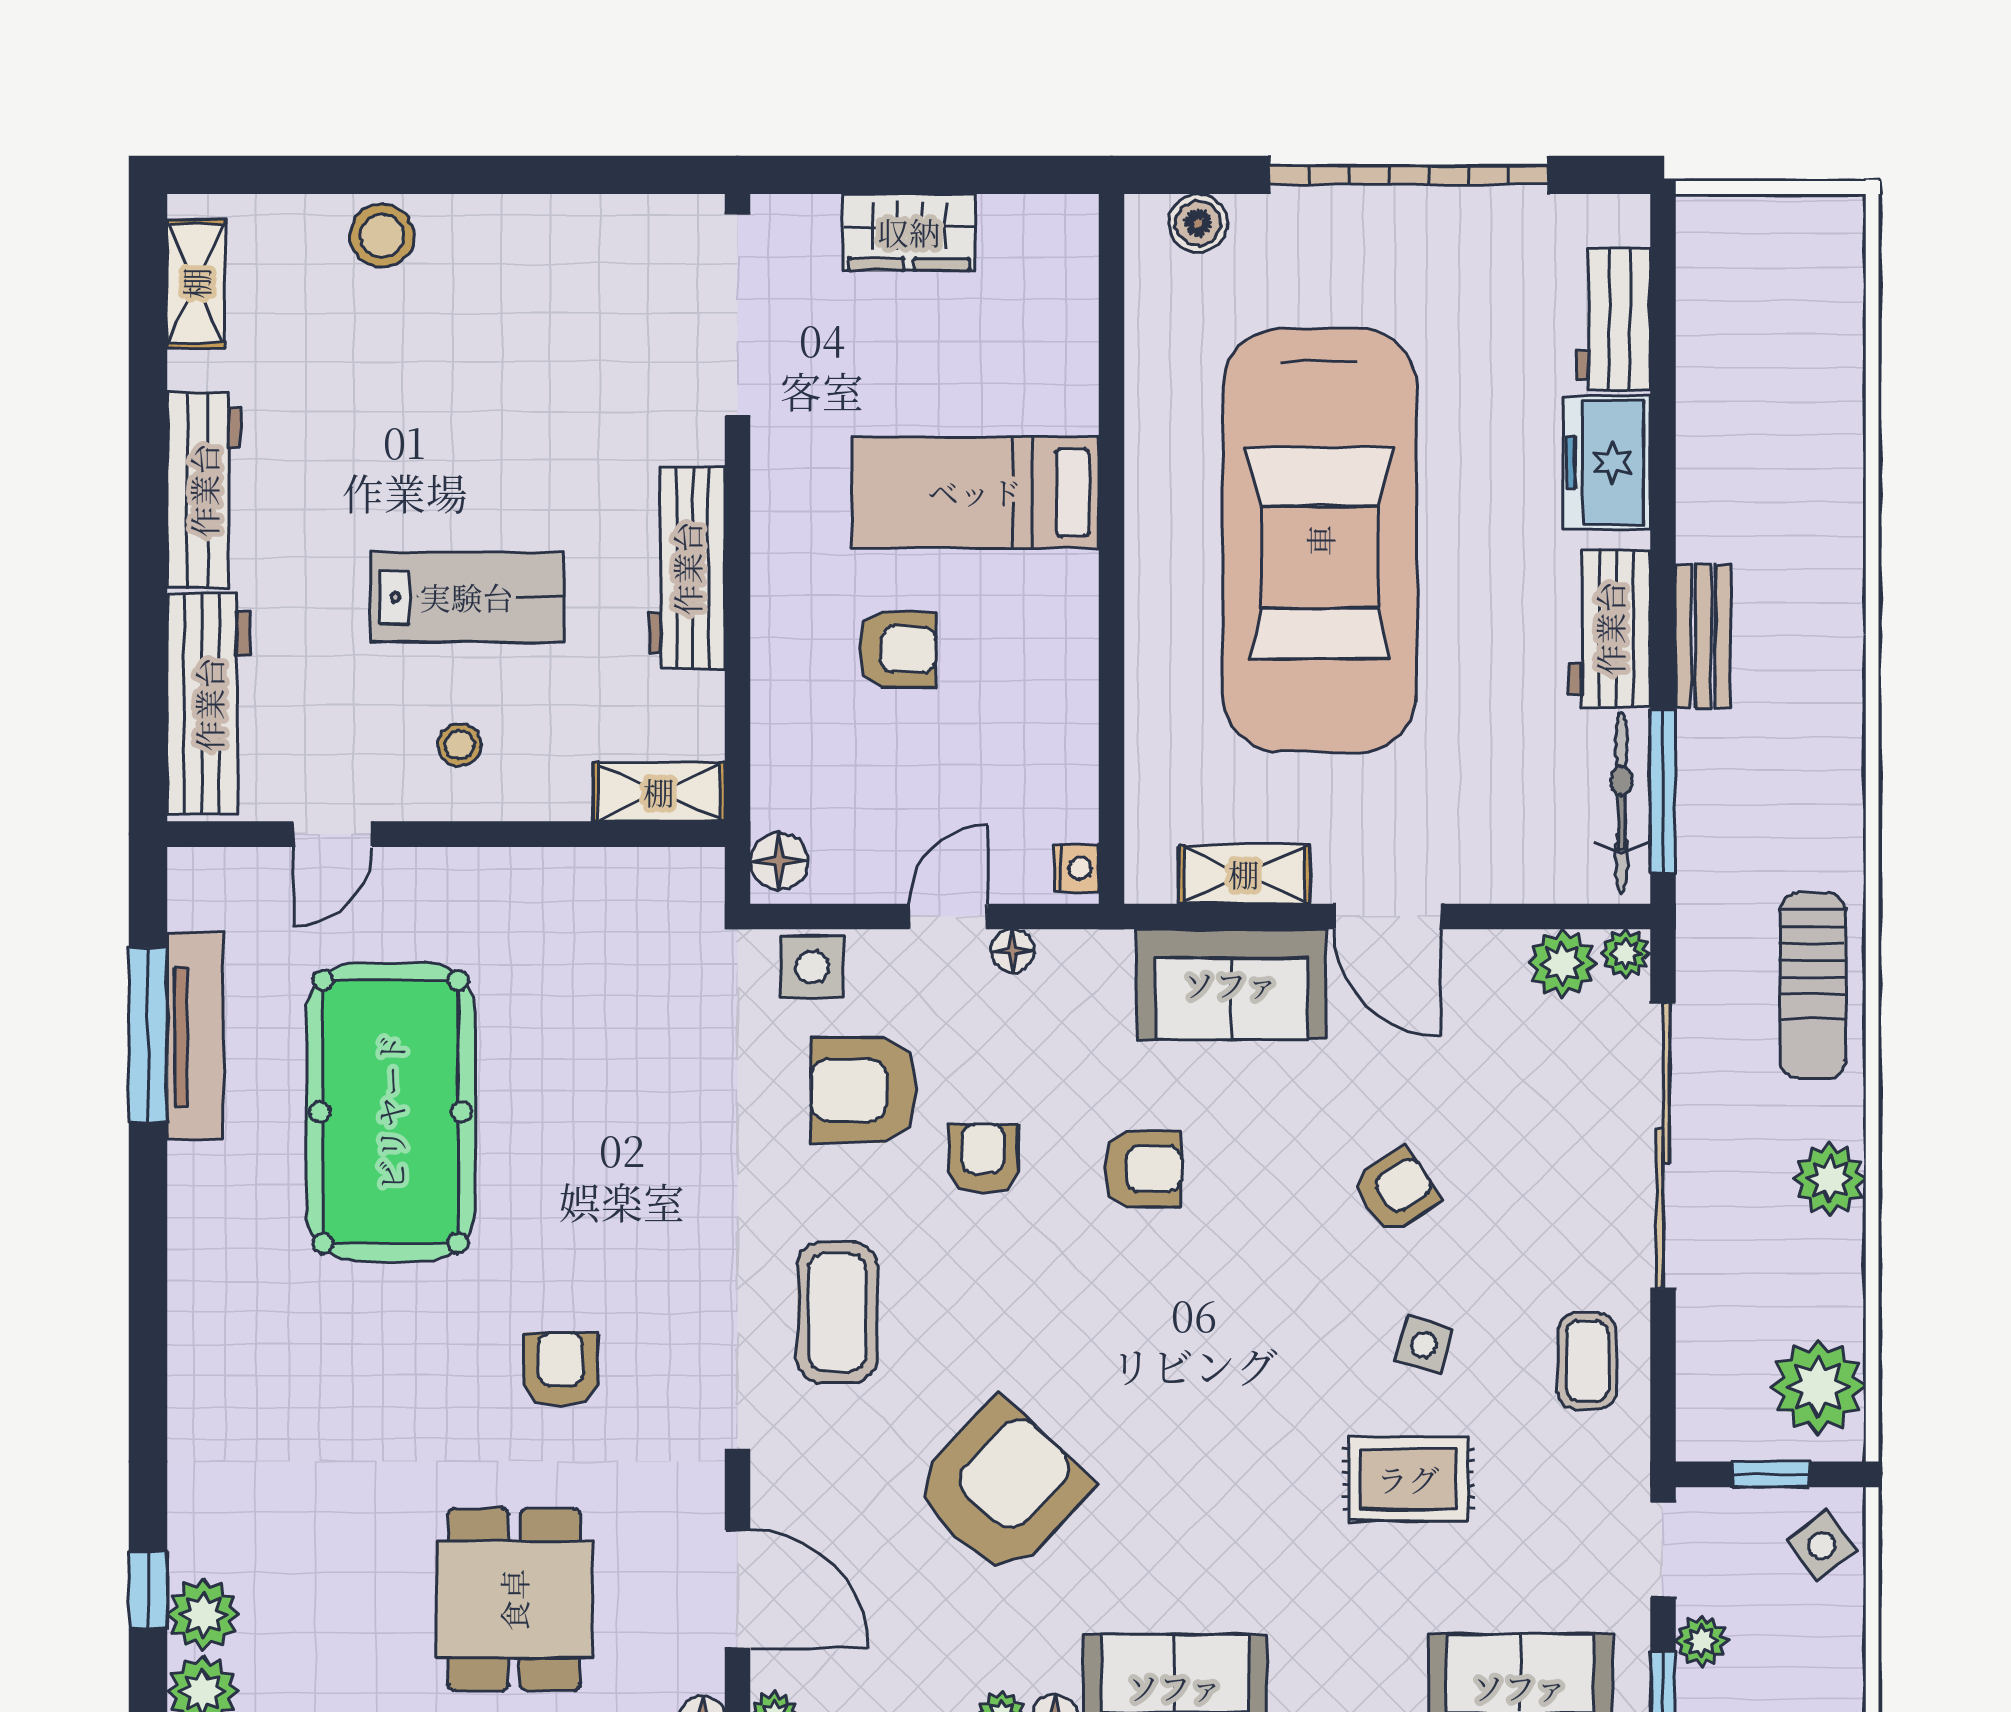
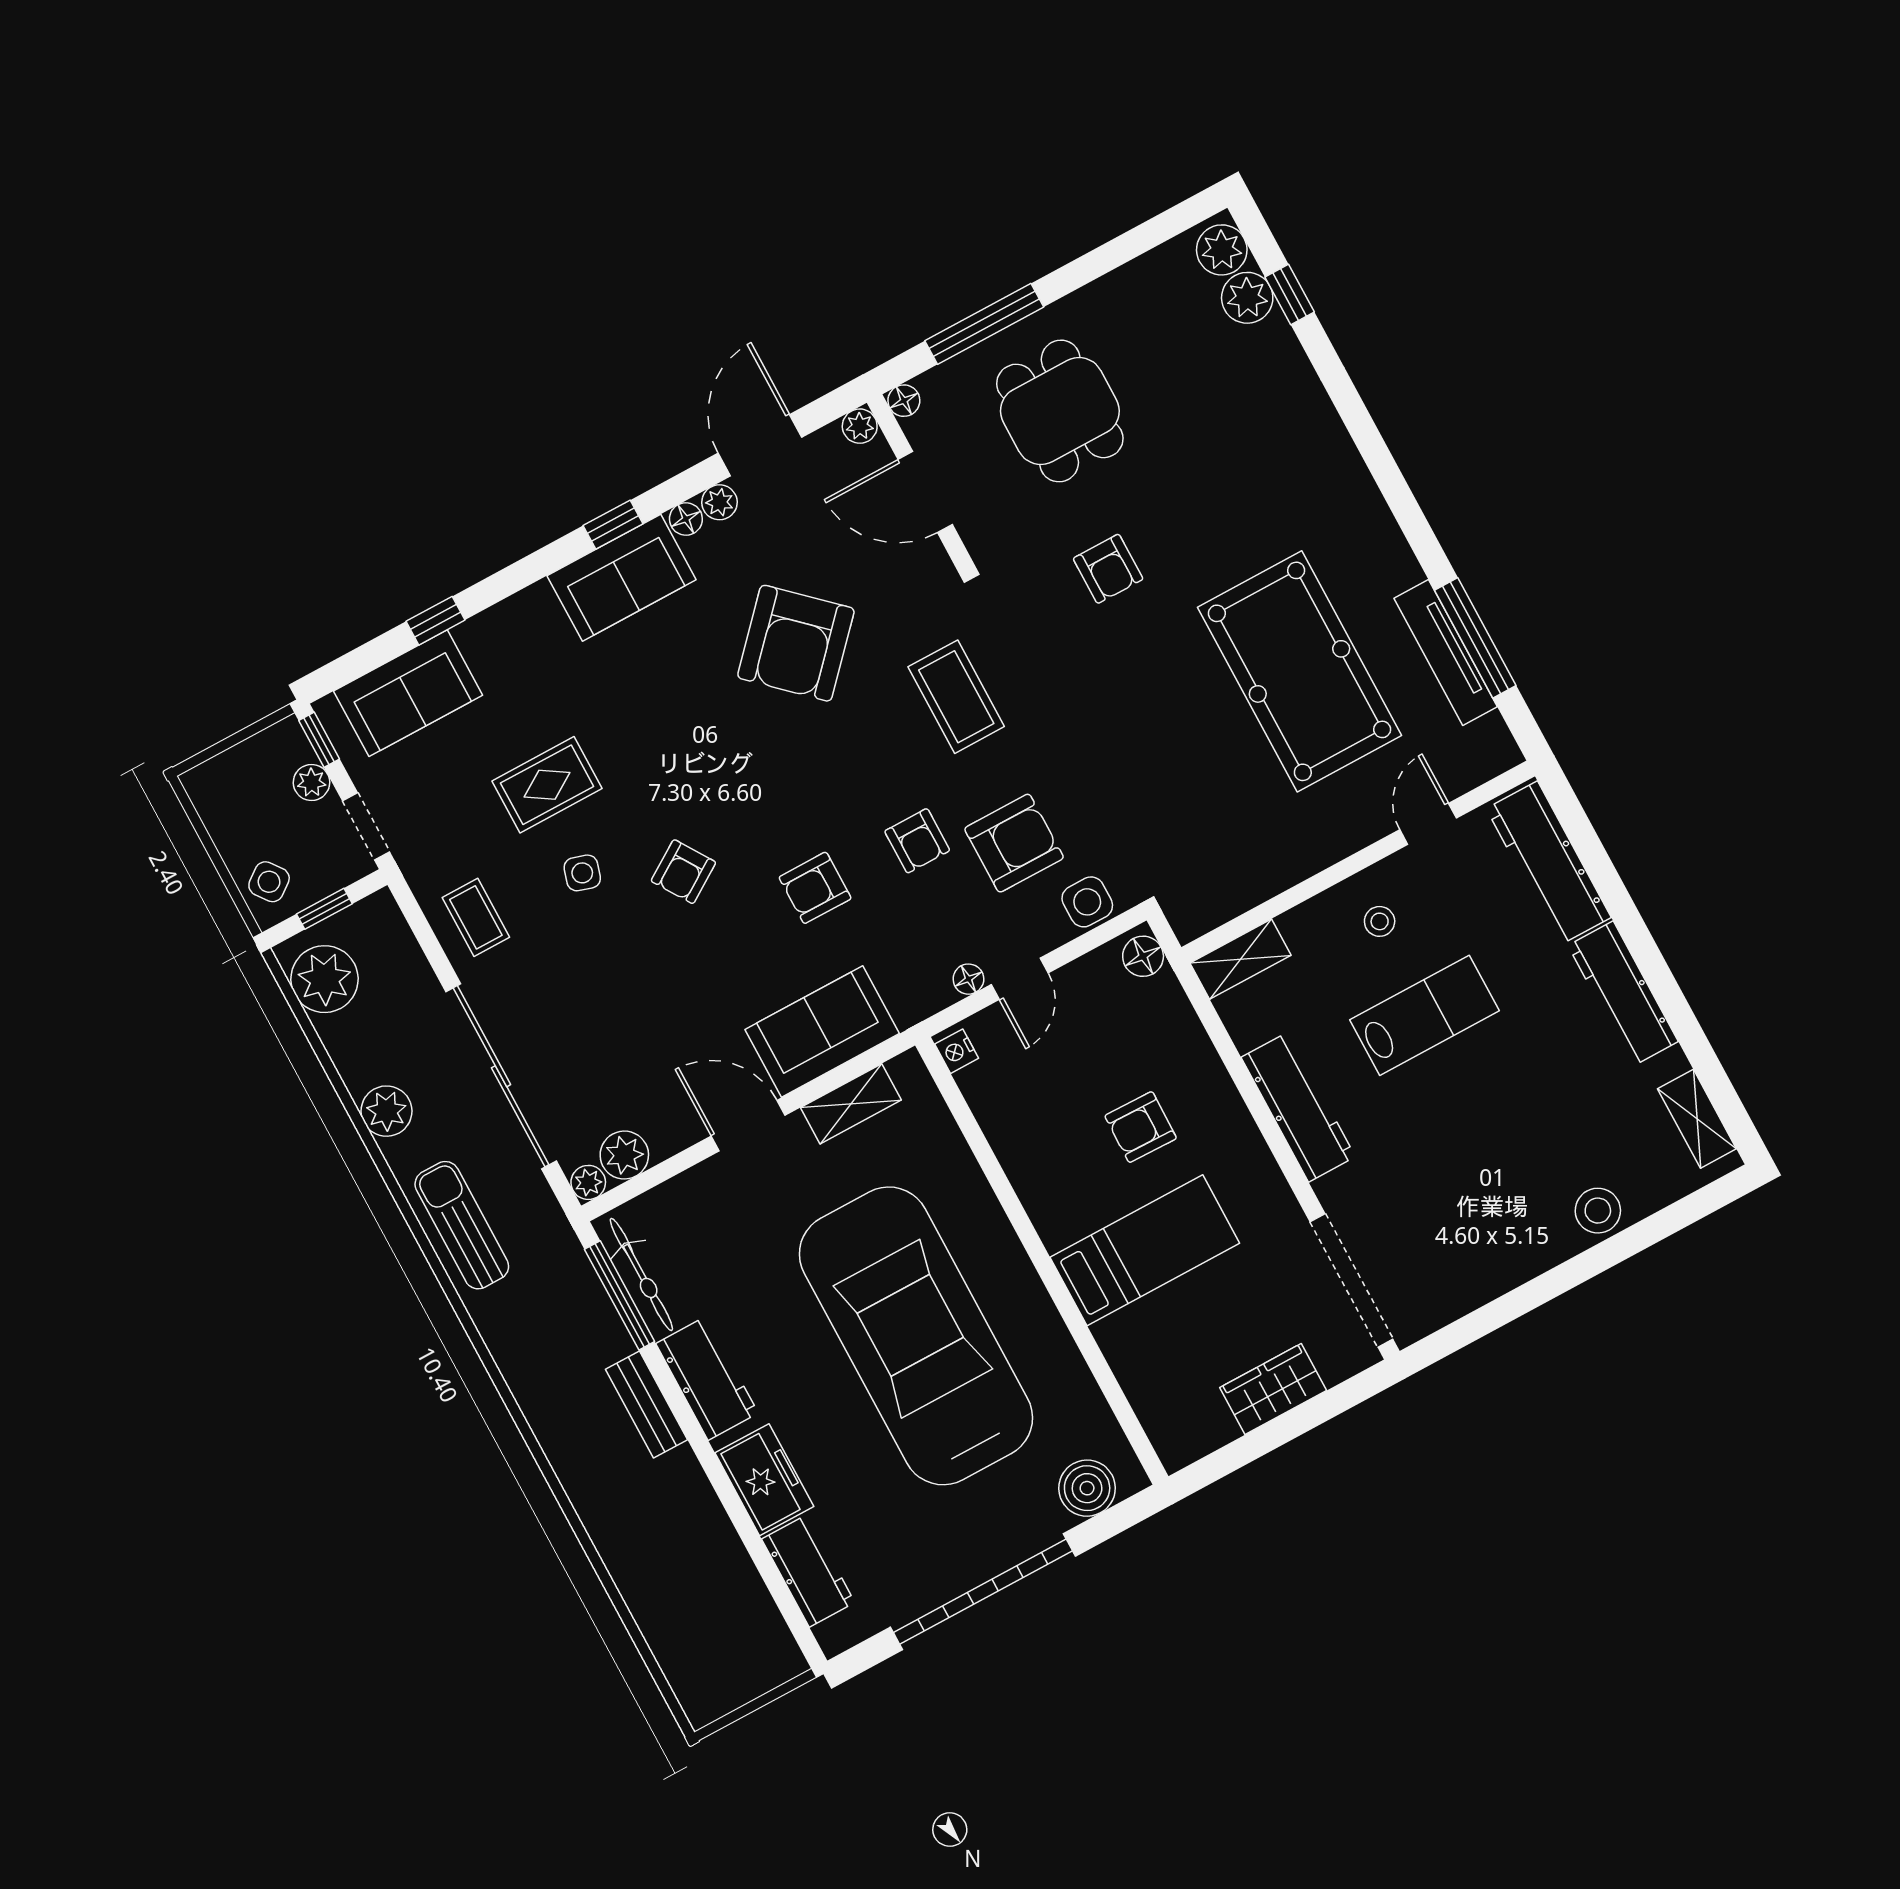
boiler: (1198, 223) -> (1087, 1488), width x1.36, depth x1.36
lab bench: (467, 597) -> (1425, 1015), turned 180
armchair: (1395, 1190) -> (683, 872), moved

